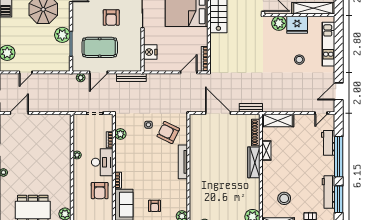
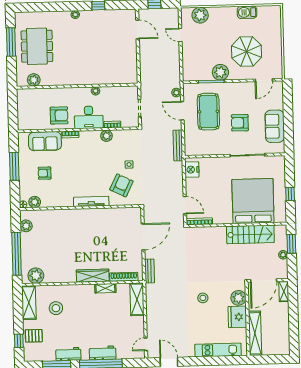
nightstand: (150, 52) -> (192, 170), moved, turned -90
stool: (299, 60) -> (203, 298), moved
door: (321, 113) -> (146, 344), hinge flipped
plant: (120, 134) -> (106, 136), moved
workbench: (328, 143) -> (103, 353), moved
armchair: (100, 191) -> (59, 115), turned 180
workbench: (328, 192) -> (68, 354), width x0.73

